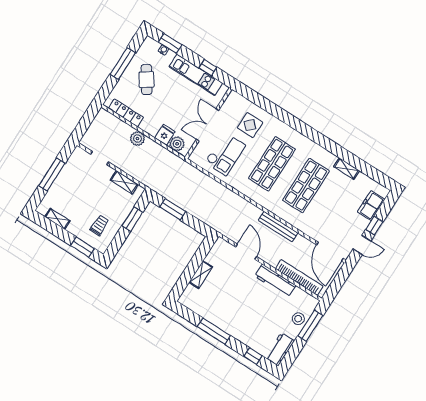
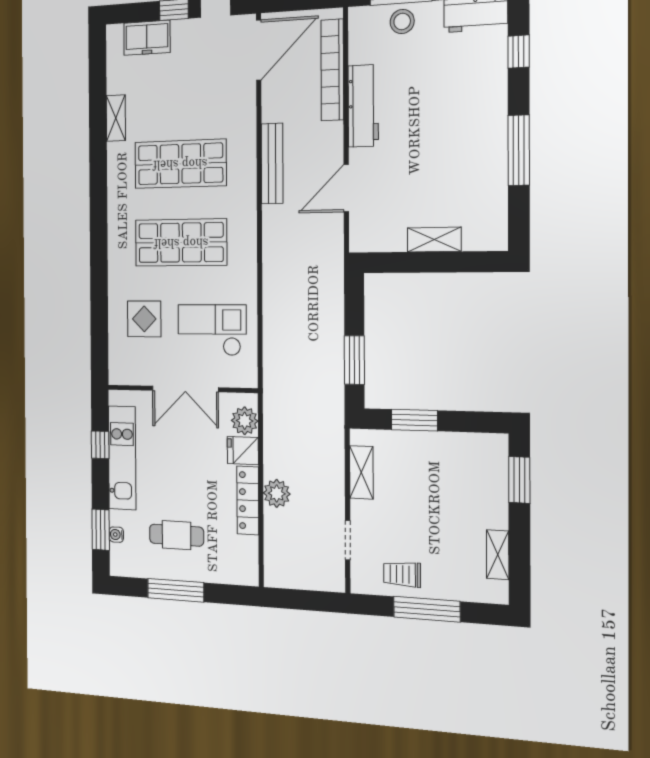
cafe table: (147, 80) -> (177, 535), turned 34
locker: (126, 113) -> (248, 500), moved
trolley: (99, 225) -> (402, 574), moved

